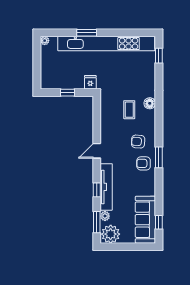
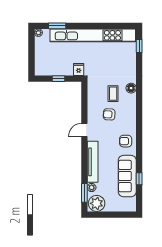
window: (87, 33) -> (57, 26), moved
armchair: (138, 142) -> (109, 114), moved
window: (159, 157) -> (139, 136), removed
window: (97, 190) -> (84, 164), removed
sofa: (145, 220) -> (127, 176), moved
window: (159, 222) -> (139, 179), moved

